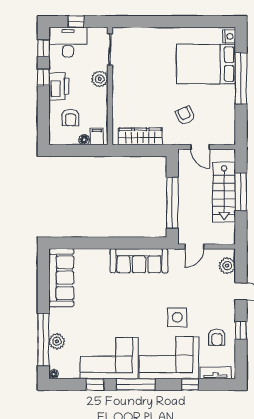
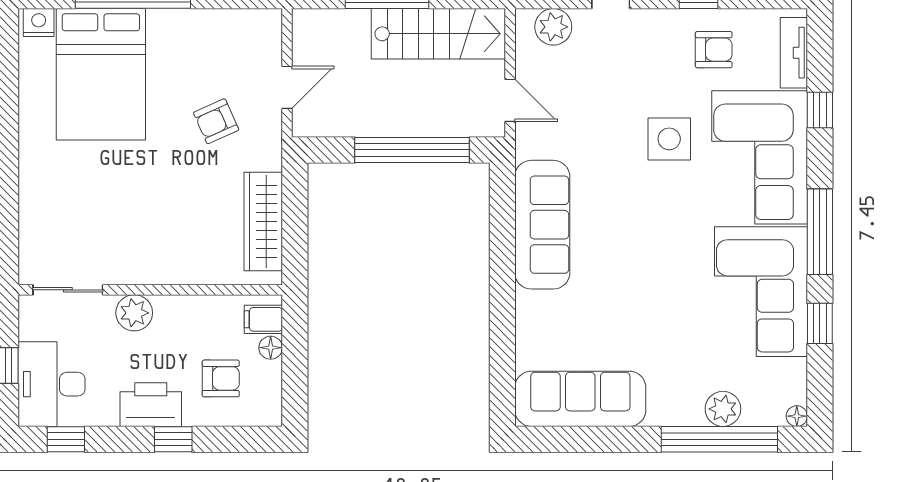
window: (43, 77) -> (173, 439), moved
stairs: (224, 192) -> (438, 34), moved

